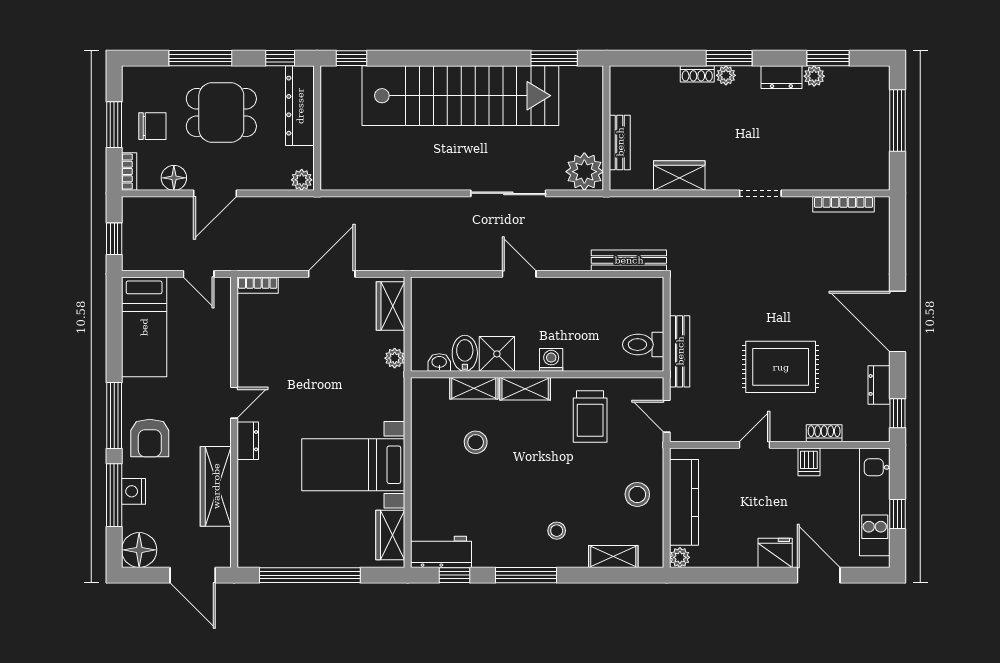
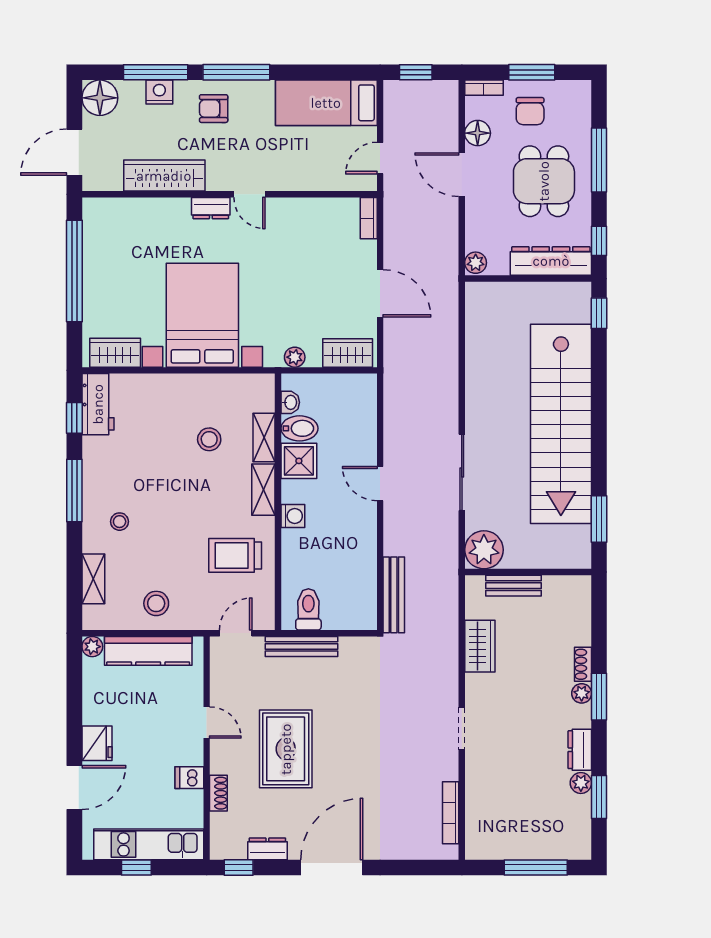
door: (519, 274) -> (380, 484), swing flipped
armchair: (150, 438) -> (214, 109), width x0.72, depth x0.72
bed with nightstands: (353, 465) -> (202, 315), width x1.36

